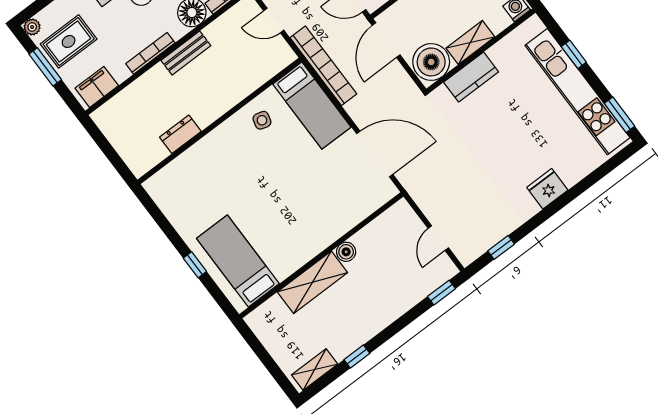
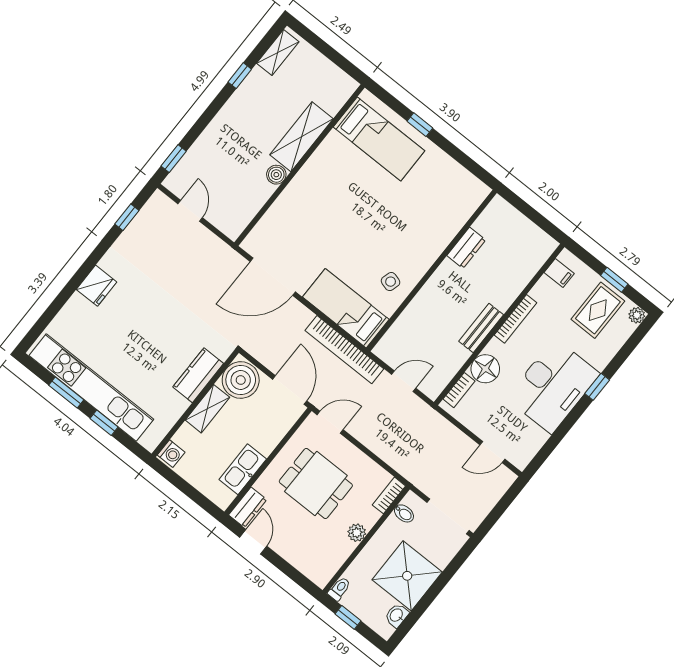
window: (45, 67) -> (614, 280), width x0.67
filing cabinet: (97, 87) -> (559, 273), width x0.50
window: (619, 115) -> (66, 393), moved

